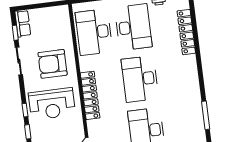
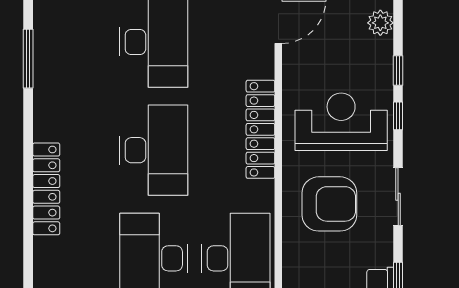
locker: (186, 32) -> (46, 189), moved
sliding door: (19, 61) -> (398, 197), moved

